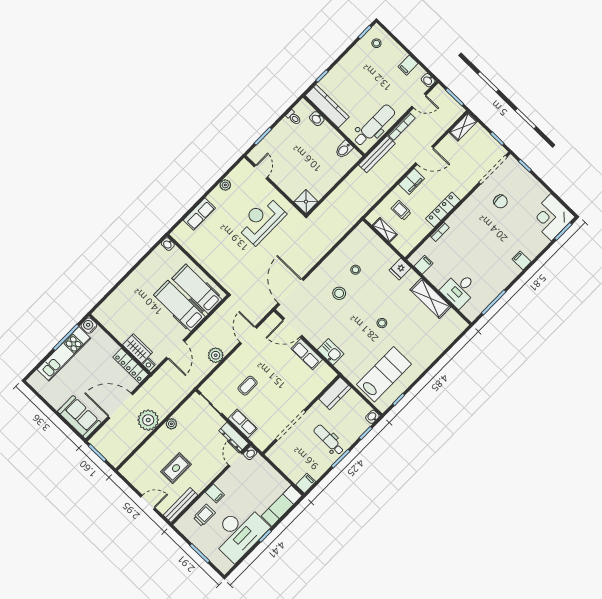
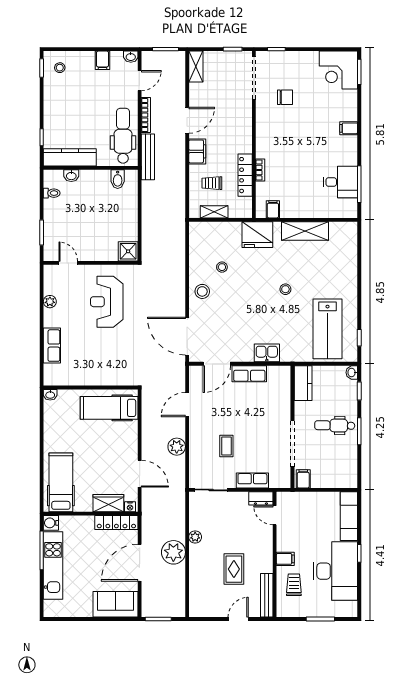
locker: (443, 210) -> (245, 175), moved
fridge: (400, 269) -> (257, 235), width x1.88, depth x1.34
desk: (459, 289) -> (340, 182), moved, turned -90
stool: (339, 293) -> (202, 291), moved
hospital bed: (179, 306) -> (61, 482), moved, turned 90
door: (248, 335) -> (187, 405), hinge flipped
lab bench: (384, 374) -> (328, 329), turned 180
dresser: (234, 437) -> (261, 498), width x0.70
washbasin: (250, 453) -> (282, 498), removed
filing cabinet: (306, 483) -> (303, 479), moved

